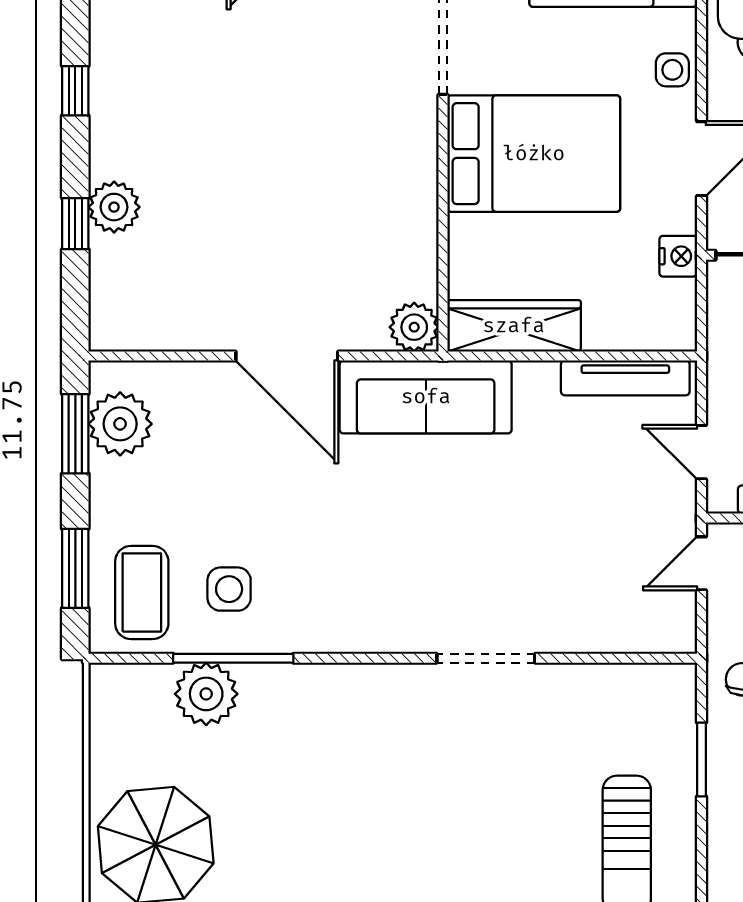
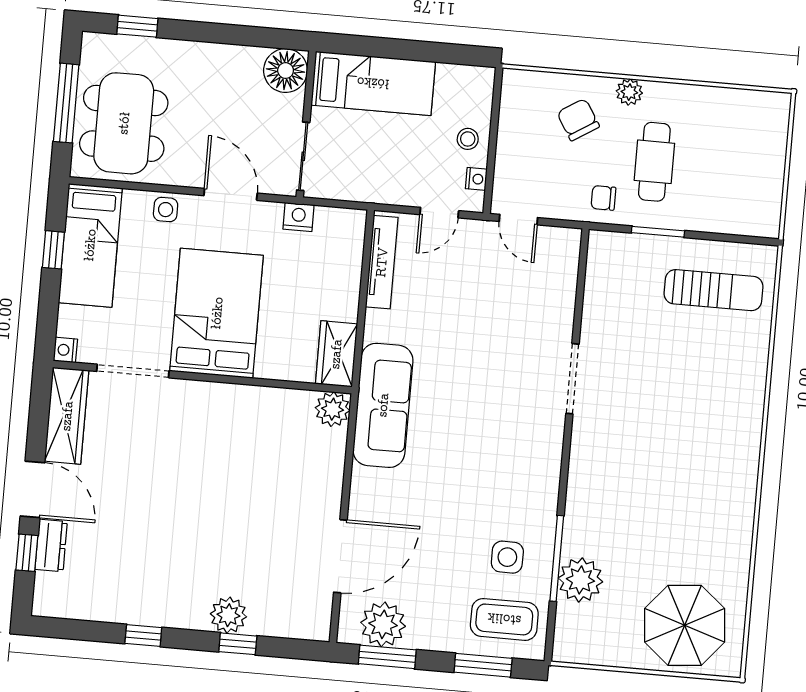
wardrobe: (514, 326) -> (336, 354), width x0.67
door: (287, 356) -> (340, 556), moved

